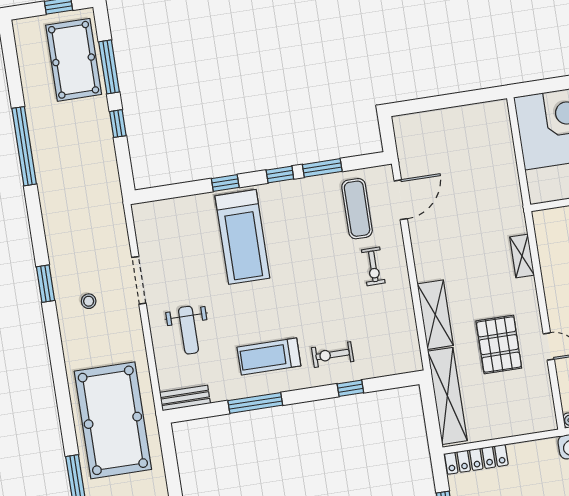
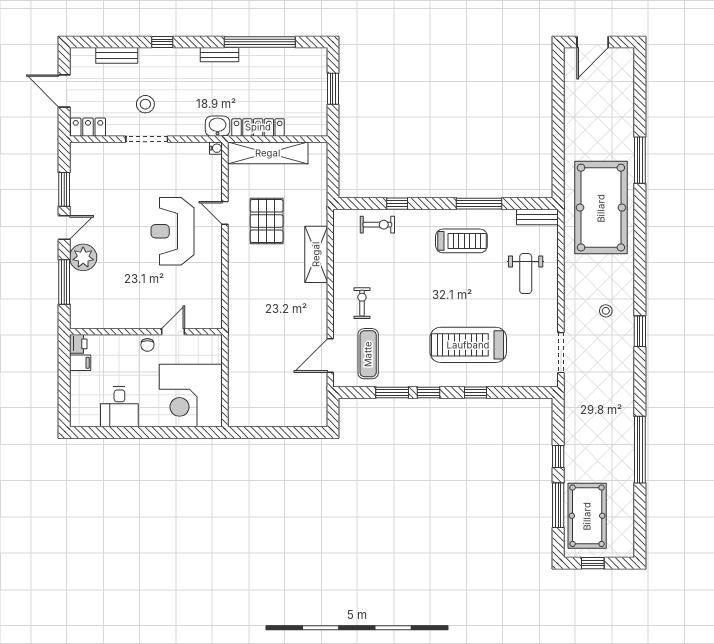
treadmill: (242, 237) -> (468, 345), turned -90
shelving: (522, 256) -> (236, 292), removed
doorway: (139, 280) -> (561, 353), moved
weight bench: (188, 330) -> (526, 274), turned 180
exercise bike: (333, 355) -> (377, 225), moved
shelving: (447, 396) -> (268, 153), moved, turned 90
locker: (476, 459) -> (258, 127), moved

